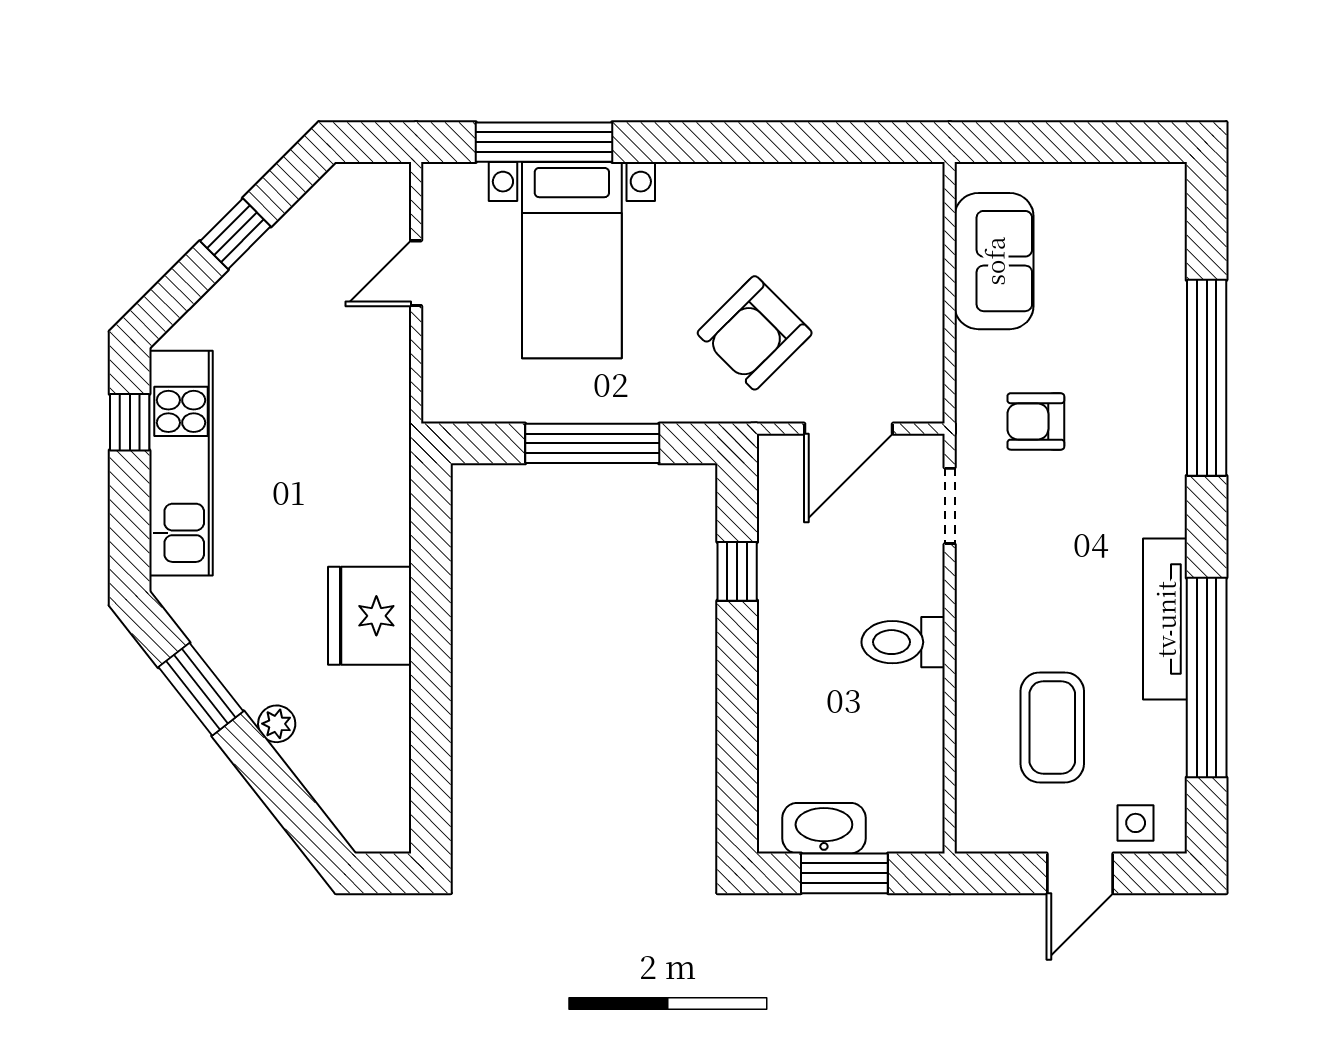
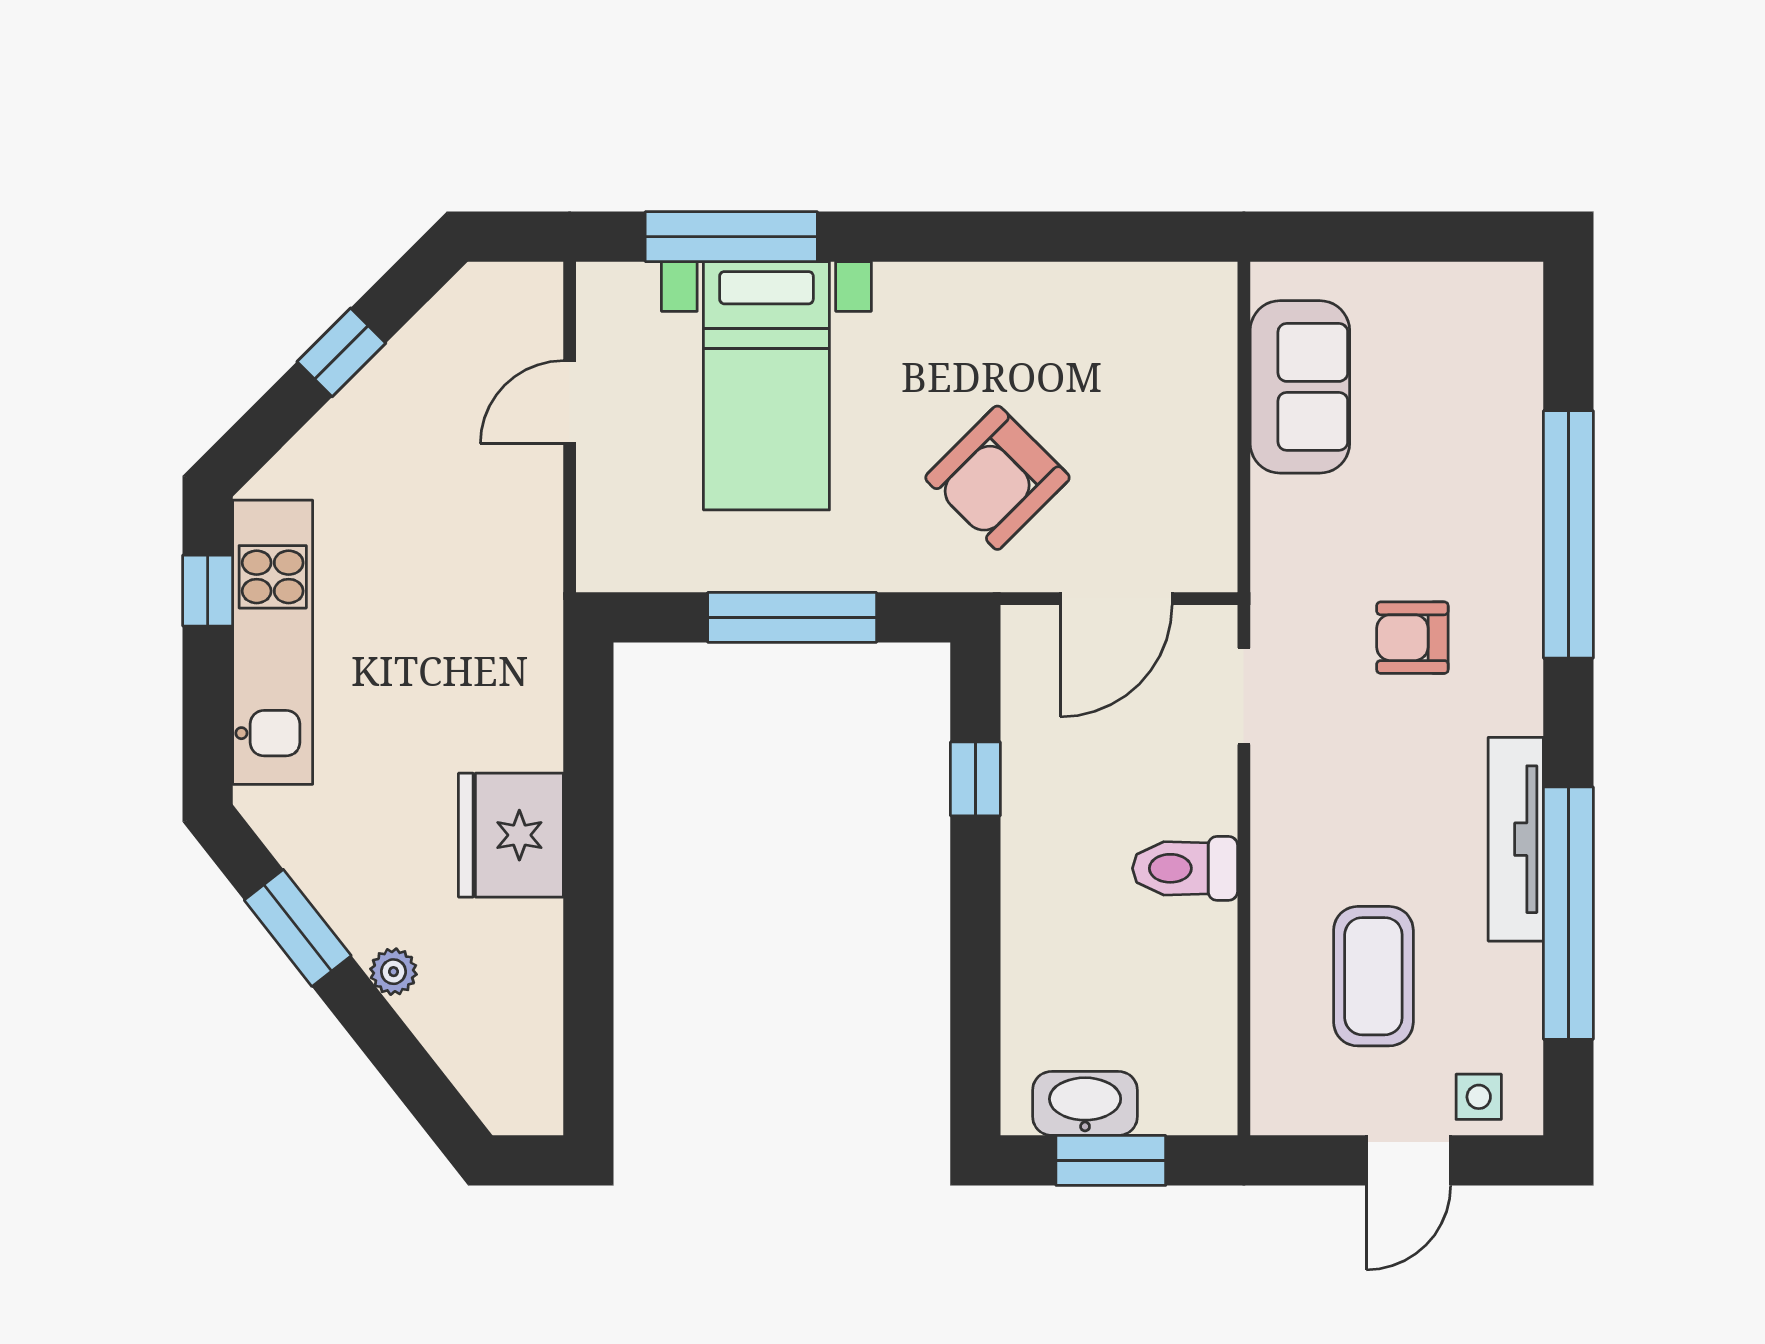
armchair: (1036, 421) -> (1412, 638), moved

